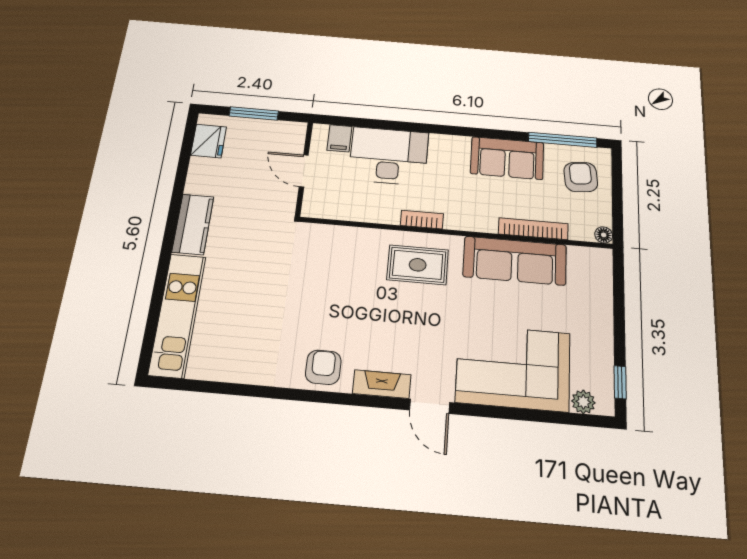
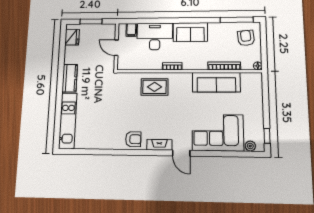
sofa: (507, 158) -> (190, 32), moved
rug: (418, 265) -> (155, 87), moved
armchair: (323, 367) -> (133, 139), turned 90

